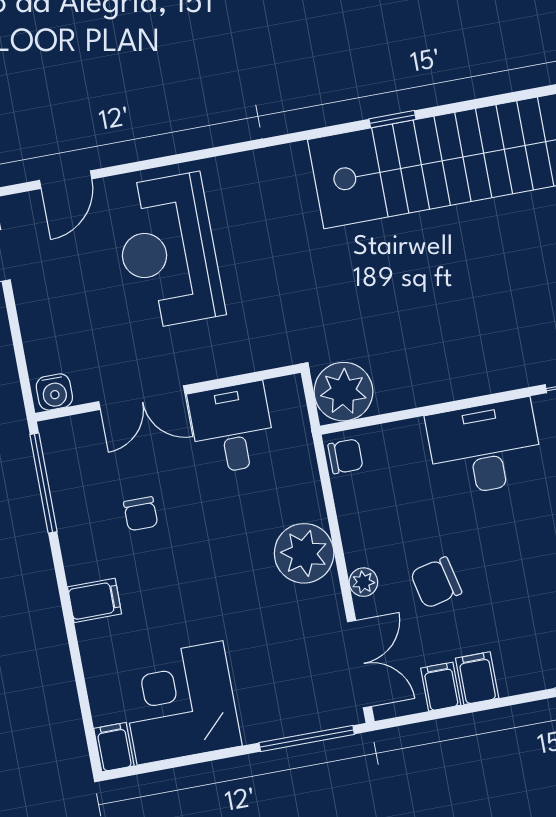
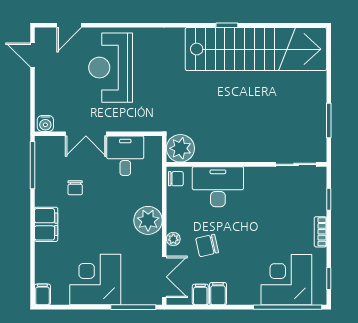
desk: (485, 448) -> (218, 187), moved
filing cabinet: (95, 600) -> (46, 224), width x2.00
corner desk: (180, 703) -> (95, 280), moved

